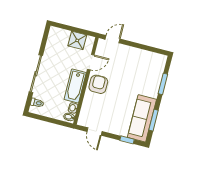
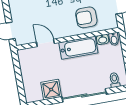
shower: (77, 40) -> (51, 90), moved
armchair: (98, 84) -> (86, 17), moved

